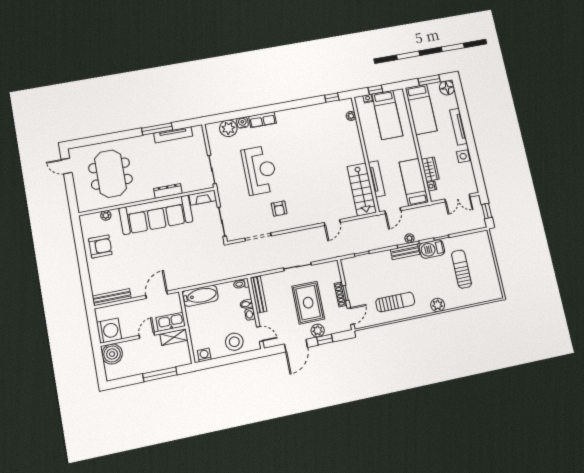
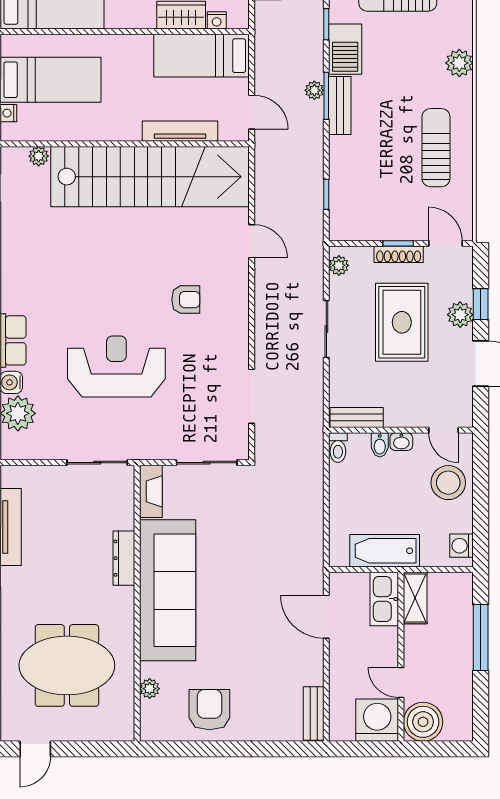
stairs: (362, 189) -> (150, 177), width x1.86, depth x1.51
armchair: (279, 209) -> (186, 300), moved
plant: (329, 266) -> (339, 265), added
bench: (259, 295) -> (357, 418), width x0.73
bathtub: (200, 296) -> (385, 551), moved, turned -90
bench: (112, 297) -> (314, 713), width x0.73
rug: (308, 303) -> (402, 322), turned 90
door: (260, 334) -> (444, 430), swing flipped
door: (147, 335) -> (401, 682), moved

